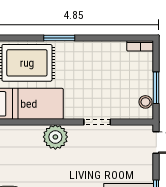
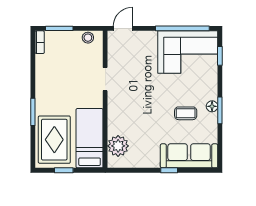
window: (156, 88) -> (59, 28), moved
plant: (55, 137) -> (118, 146), moved

